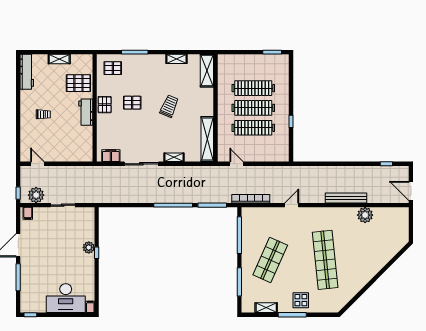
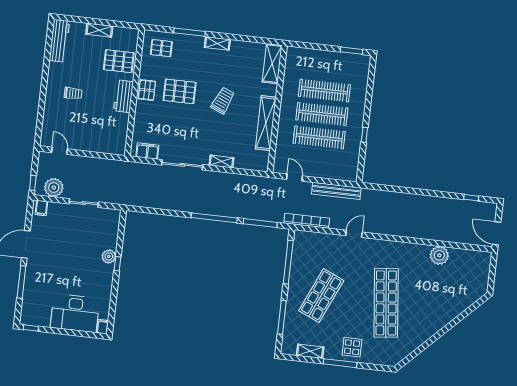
shelving: (176, 59) -> (217, 43), moved
pallet: (132, 103) -> (180, 91), width x1.50, depth x1.42
shelving: (207, 139) -> (266, 123), moved
bench: (346, 198) -> (336, 191), moved

